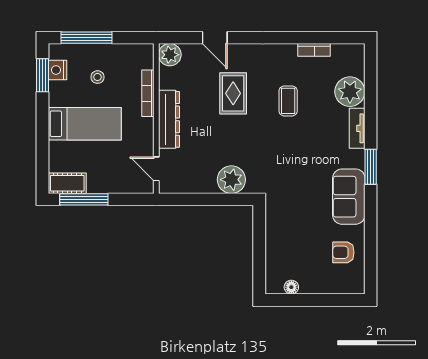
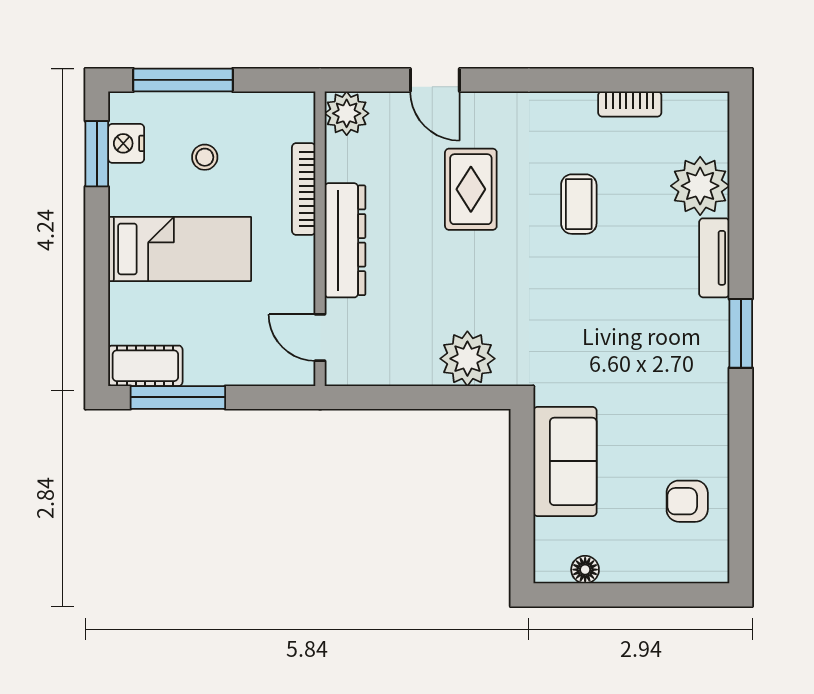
sofa: (349, 197) -> (565, 461), moved, turned 180

